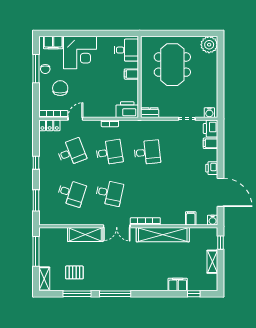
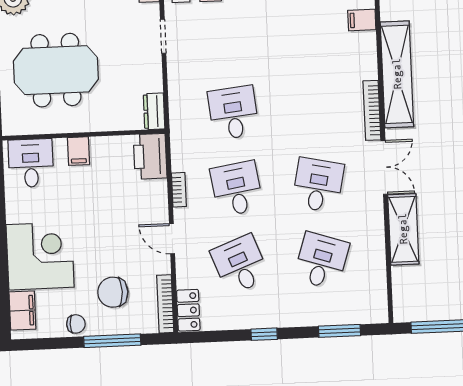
window: (36, 69) -> (112, 341), moved
door: (75, 119) -> (172, 239), moved

